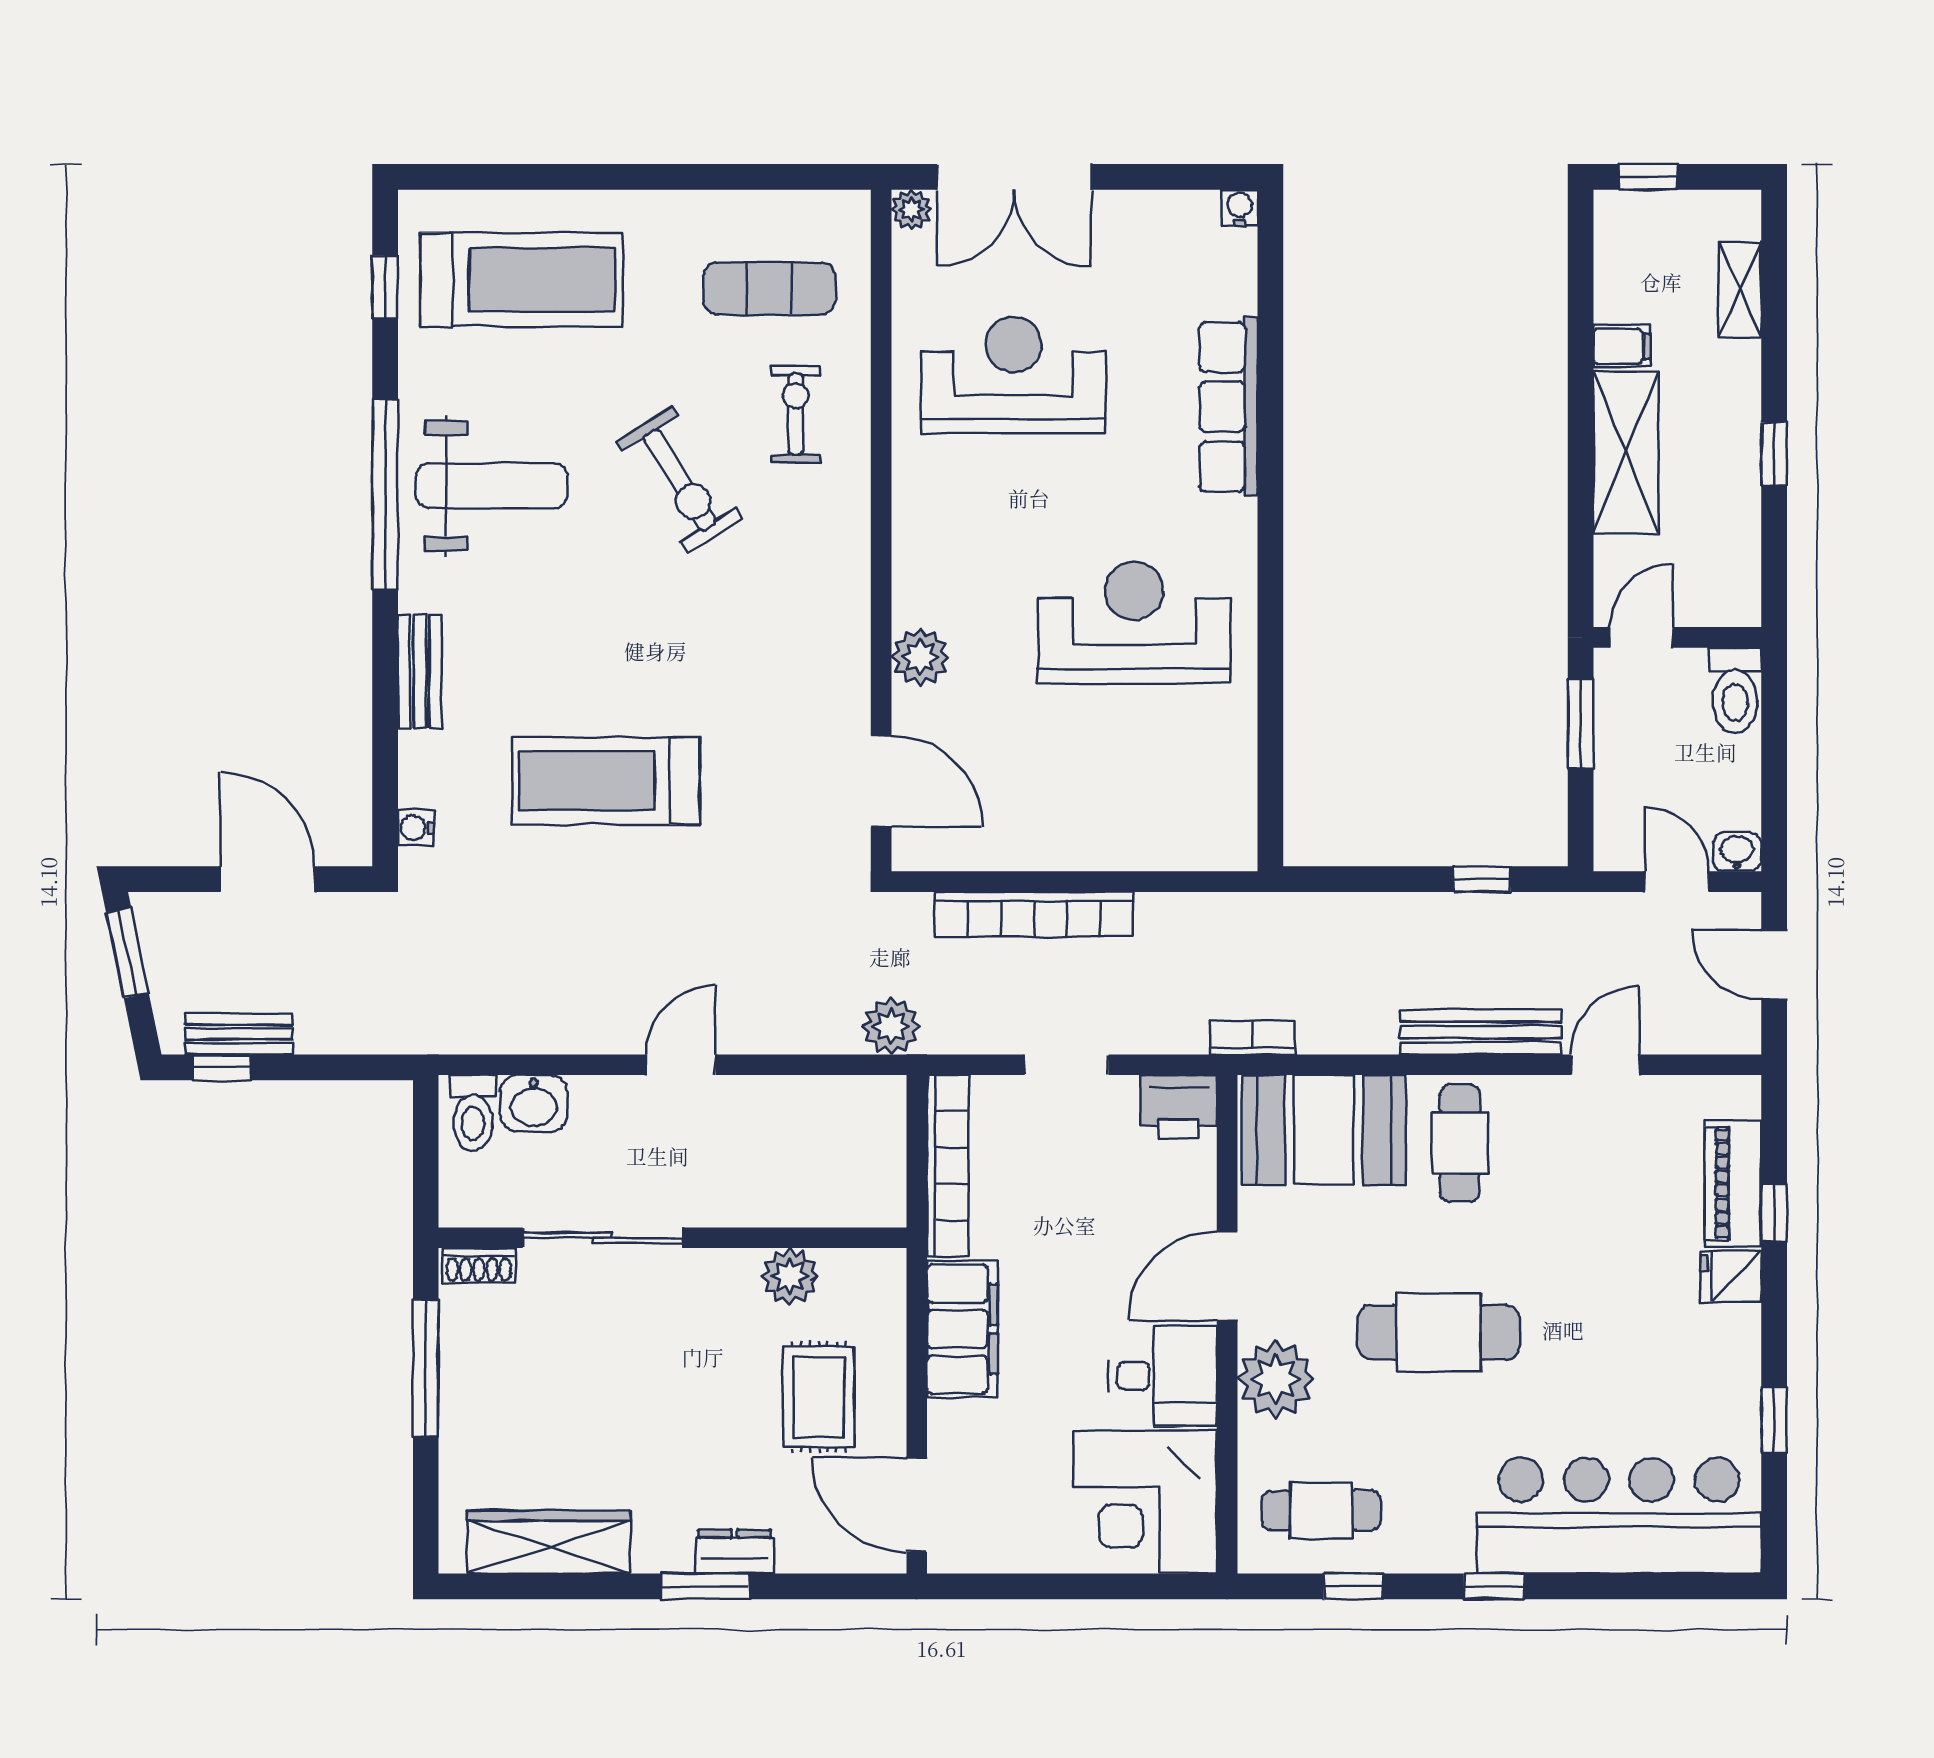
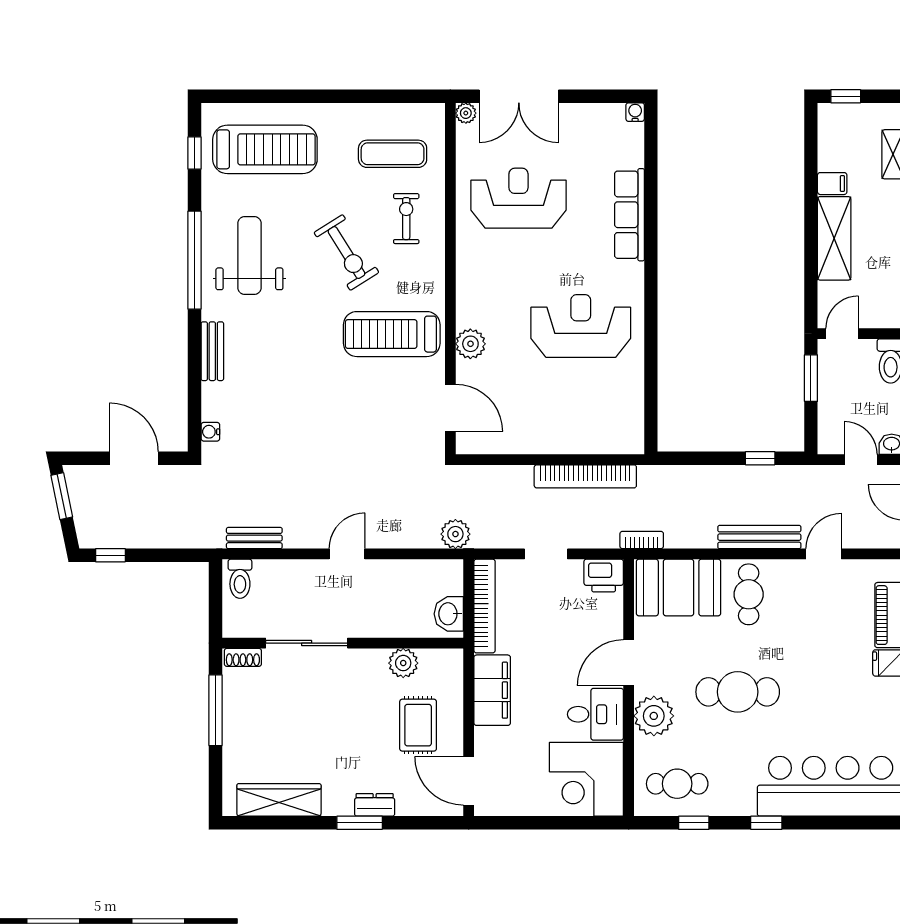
weight bench: (492, 486) -> (249, 255), turned -90
treadmill: (606, 781) -> (392, 334), moved
bookcase: (1034, 914) -> (585, 476), moved
bench: (239, 1034) -> (254, 538), moved
washbasin: (534, 1103) -> (449, 614), moved, turned 90

